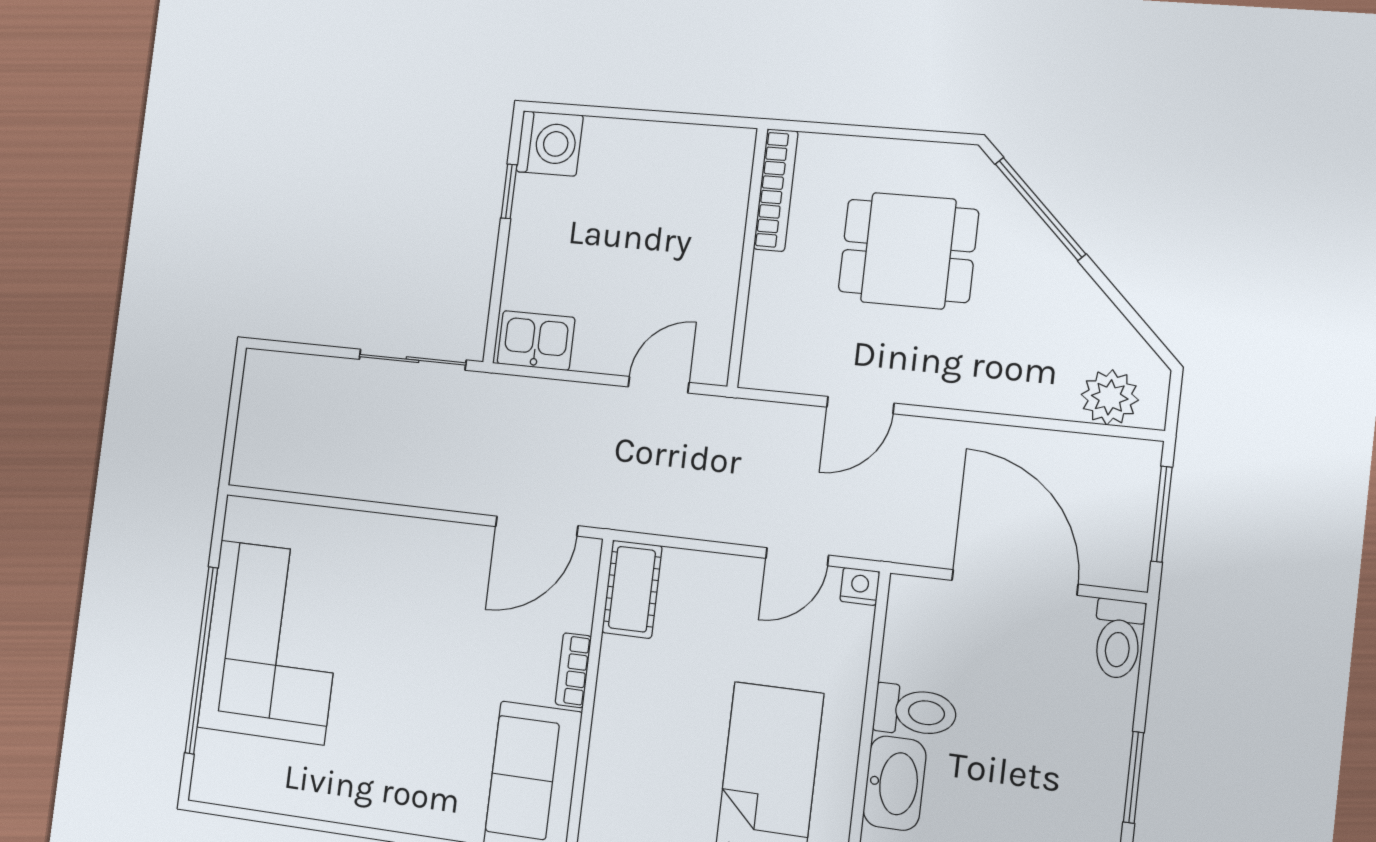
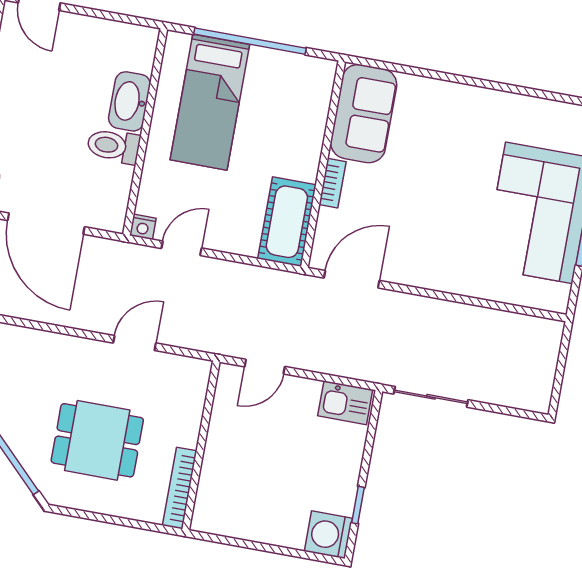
cot: (632, 589) -> (287, 222), width x1.37, depth x1.34

